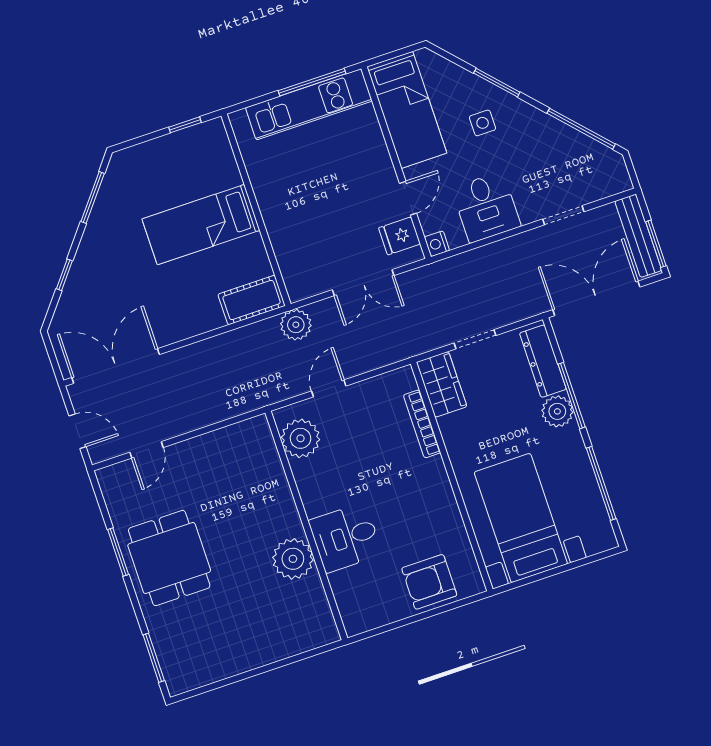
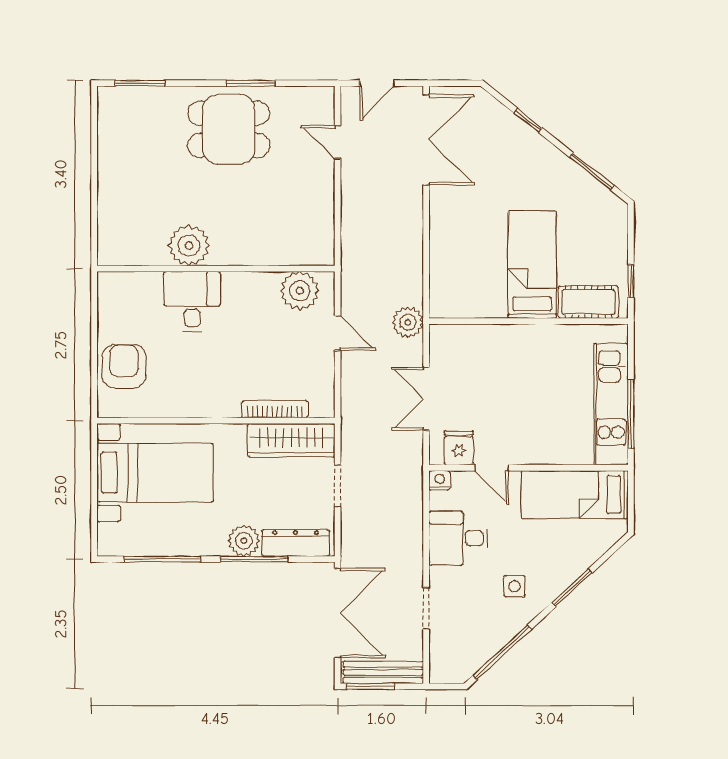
side table: (483, 123) -> (514, 586), moved
cot: (252, 300) -> (588, 302), moved, turned 90
wardrobe: (442, 384) -> (291, 440), width x1.50

